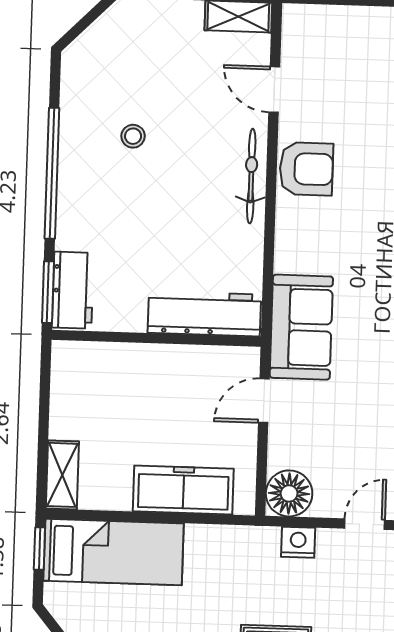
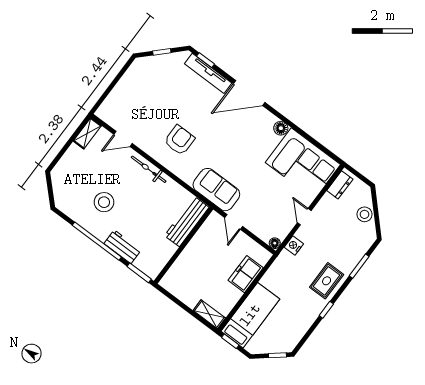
stool: (133, 136) -> (104, 202), width x1.89, depth x1.89
armchair: (306, 169) -> (179, 140), moved
workbench: (73, 290) -> (123, 247), moved
freezer: (183, 490) -> (246, 274), width x0.71
floor lamp: (289, 493) -> (275, 243), width x0.53, depth x0.53

